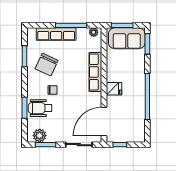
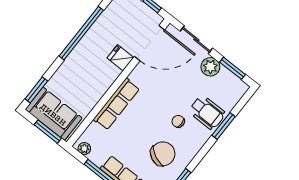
fridge: (114, 89) -> (120, 58), moved
plant: (40, 136) -> (210, 67), moved

